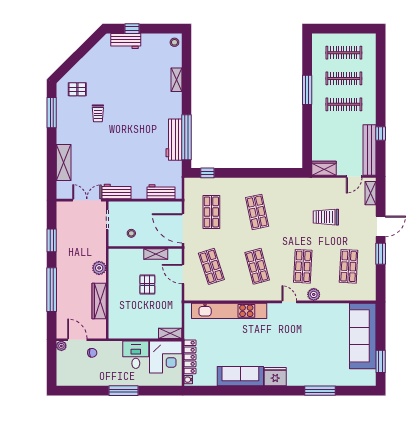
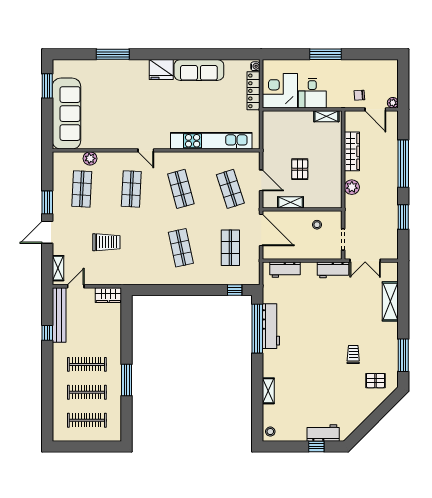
plant: (314, 294) -> (90, 158), moved
shelving: (170, 333) -> (326, 116), moved

